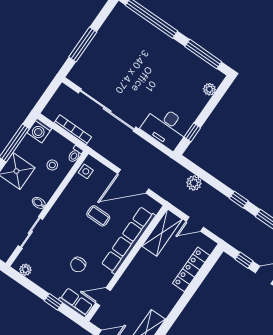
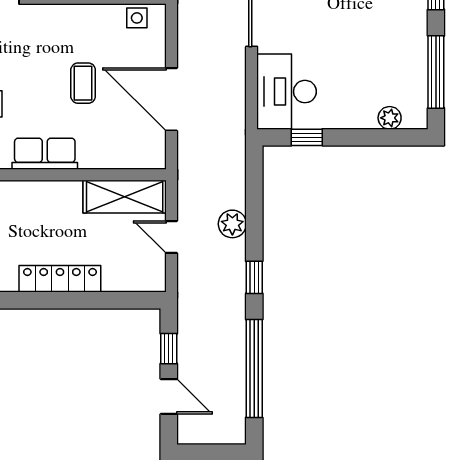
plant: (194, 183) -> (232, 224), moved
row of seats: (128, 240) -> (45, 154), width x0.50
locker: (191, 269) -> (60, 279), moved

